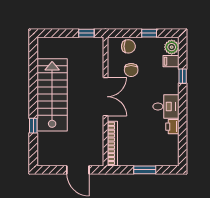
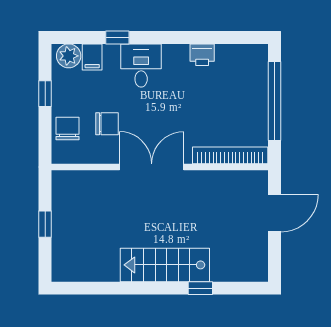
window: (86, 33) -> (45, 224), moved
stairs: (52, 95) -> (165, 265), width x0.73, depth x0.66
desk: (166, 106) -> (141, 66), moved
window: (145, 170) -> (275, 101), width x2.11

